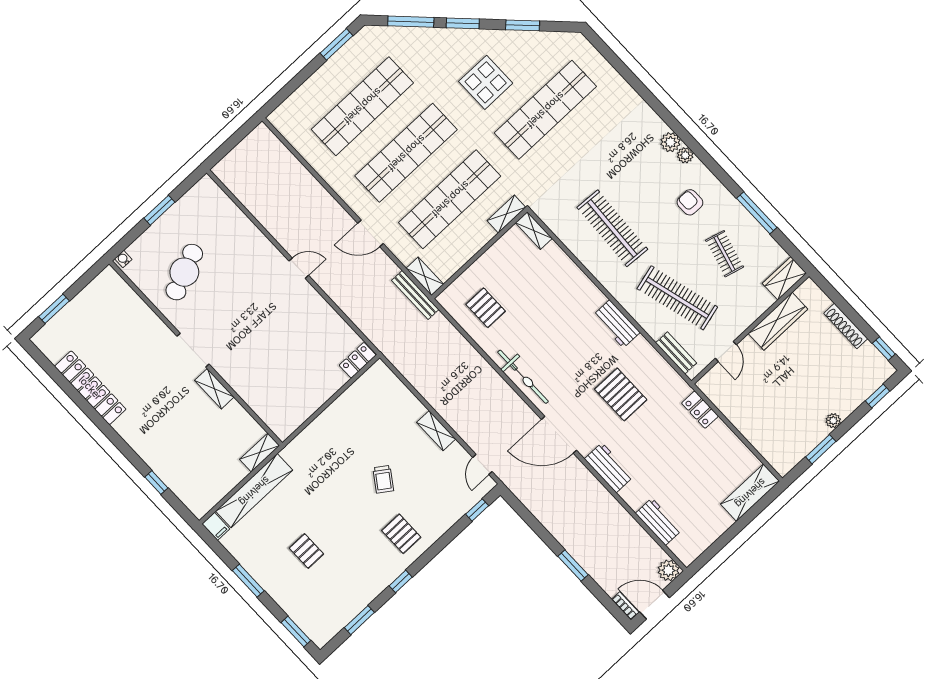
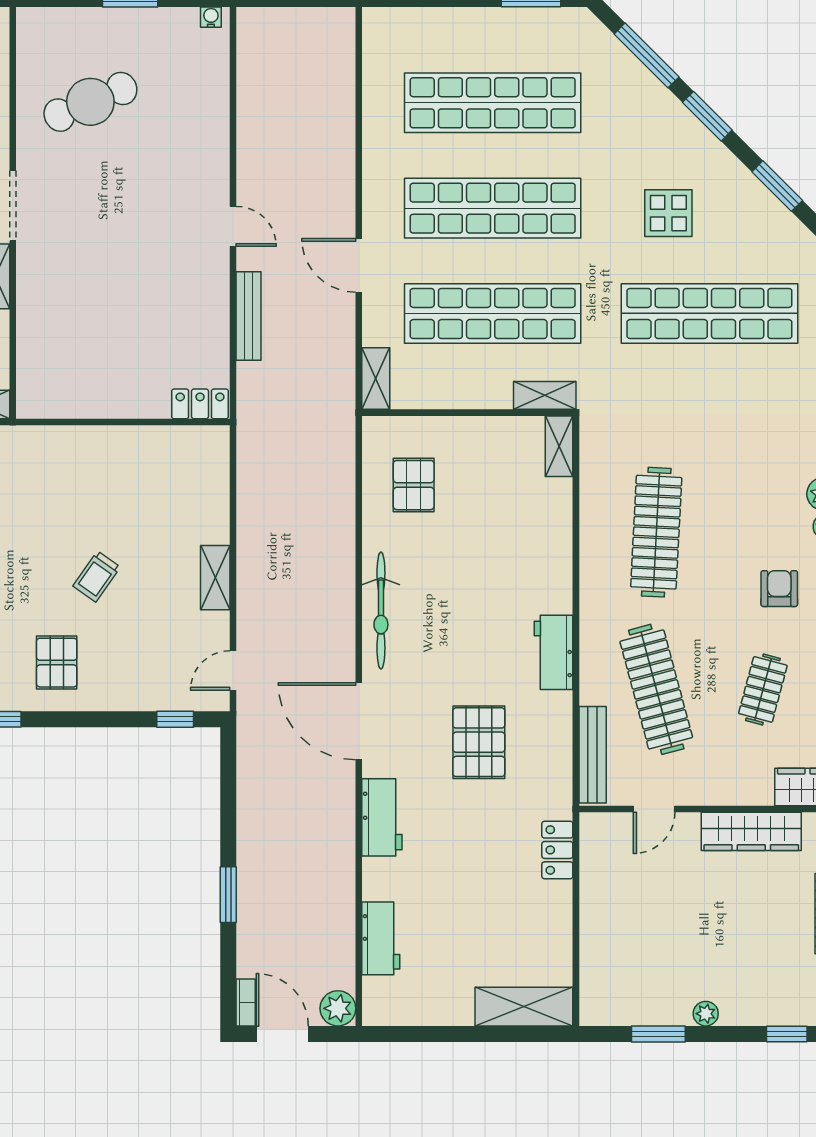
display table: (486, 82) -> (668, 213), width x0.73, depth x0.73
water cooler: (123, 259) -> (211, 17), moved
bench: (415, 295) -> (249, 316), moved
bench: (676, 353) -> (593, 755), width x1.36

